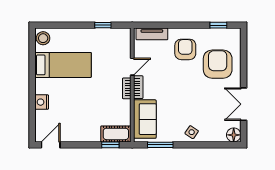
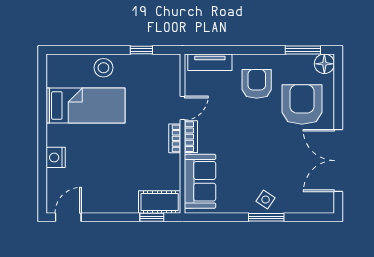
window: (218, 25) -> (303, 50), width x1.50
stool: (43, 38) -> (103, 68), moved
double door: (244, 104) -> (338, 161), width x1.37
floor lamp: (234, 135) -> (324, 64), moved
window: (160, 145) -> (266, 217), moved

